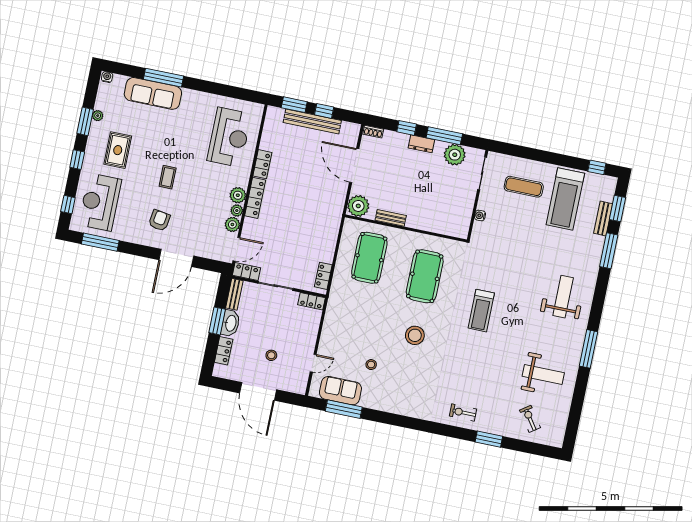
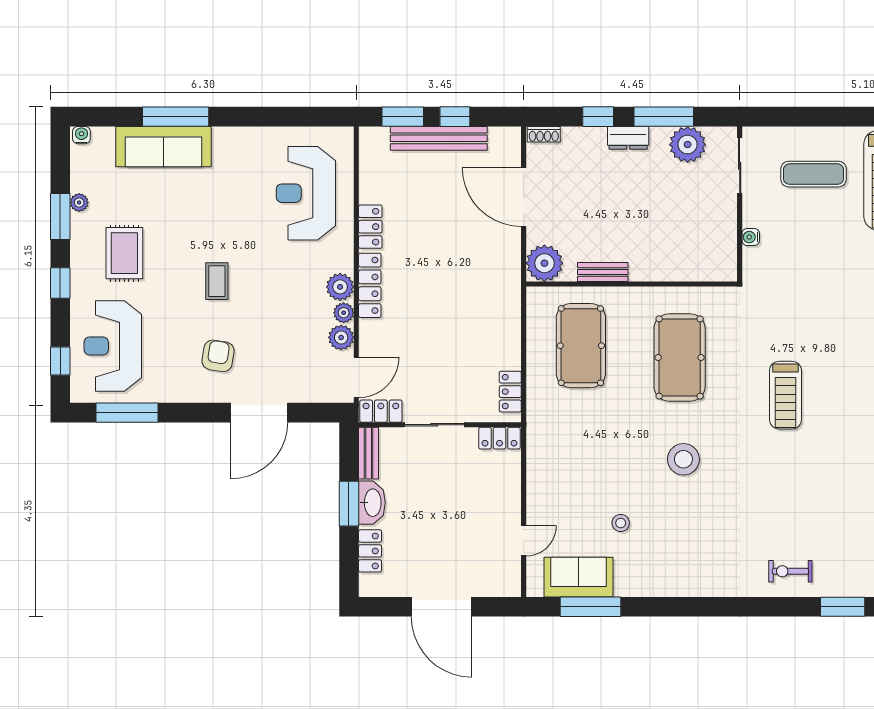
reception desk: (229, 137) -> (306, 193), turned 180
stool: (271, 355) -> (451, 542), removed

